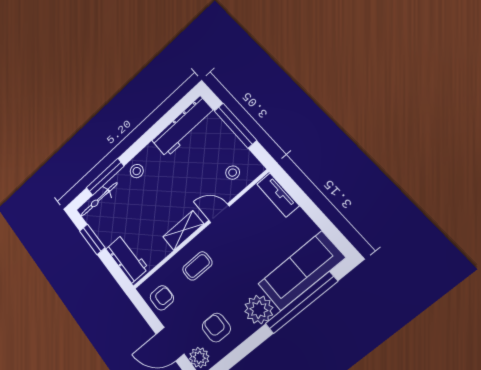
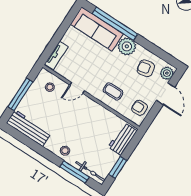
door: (219, 213) -> (77, 88), hinge flipped
shelving: (183, 230) -> (94, 107), removed
armchair: (216, 328) -> (146, 68), turned 79

